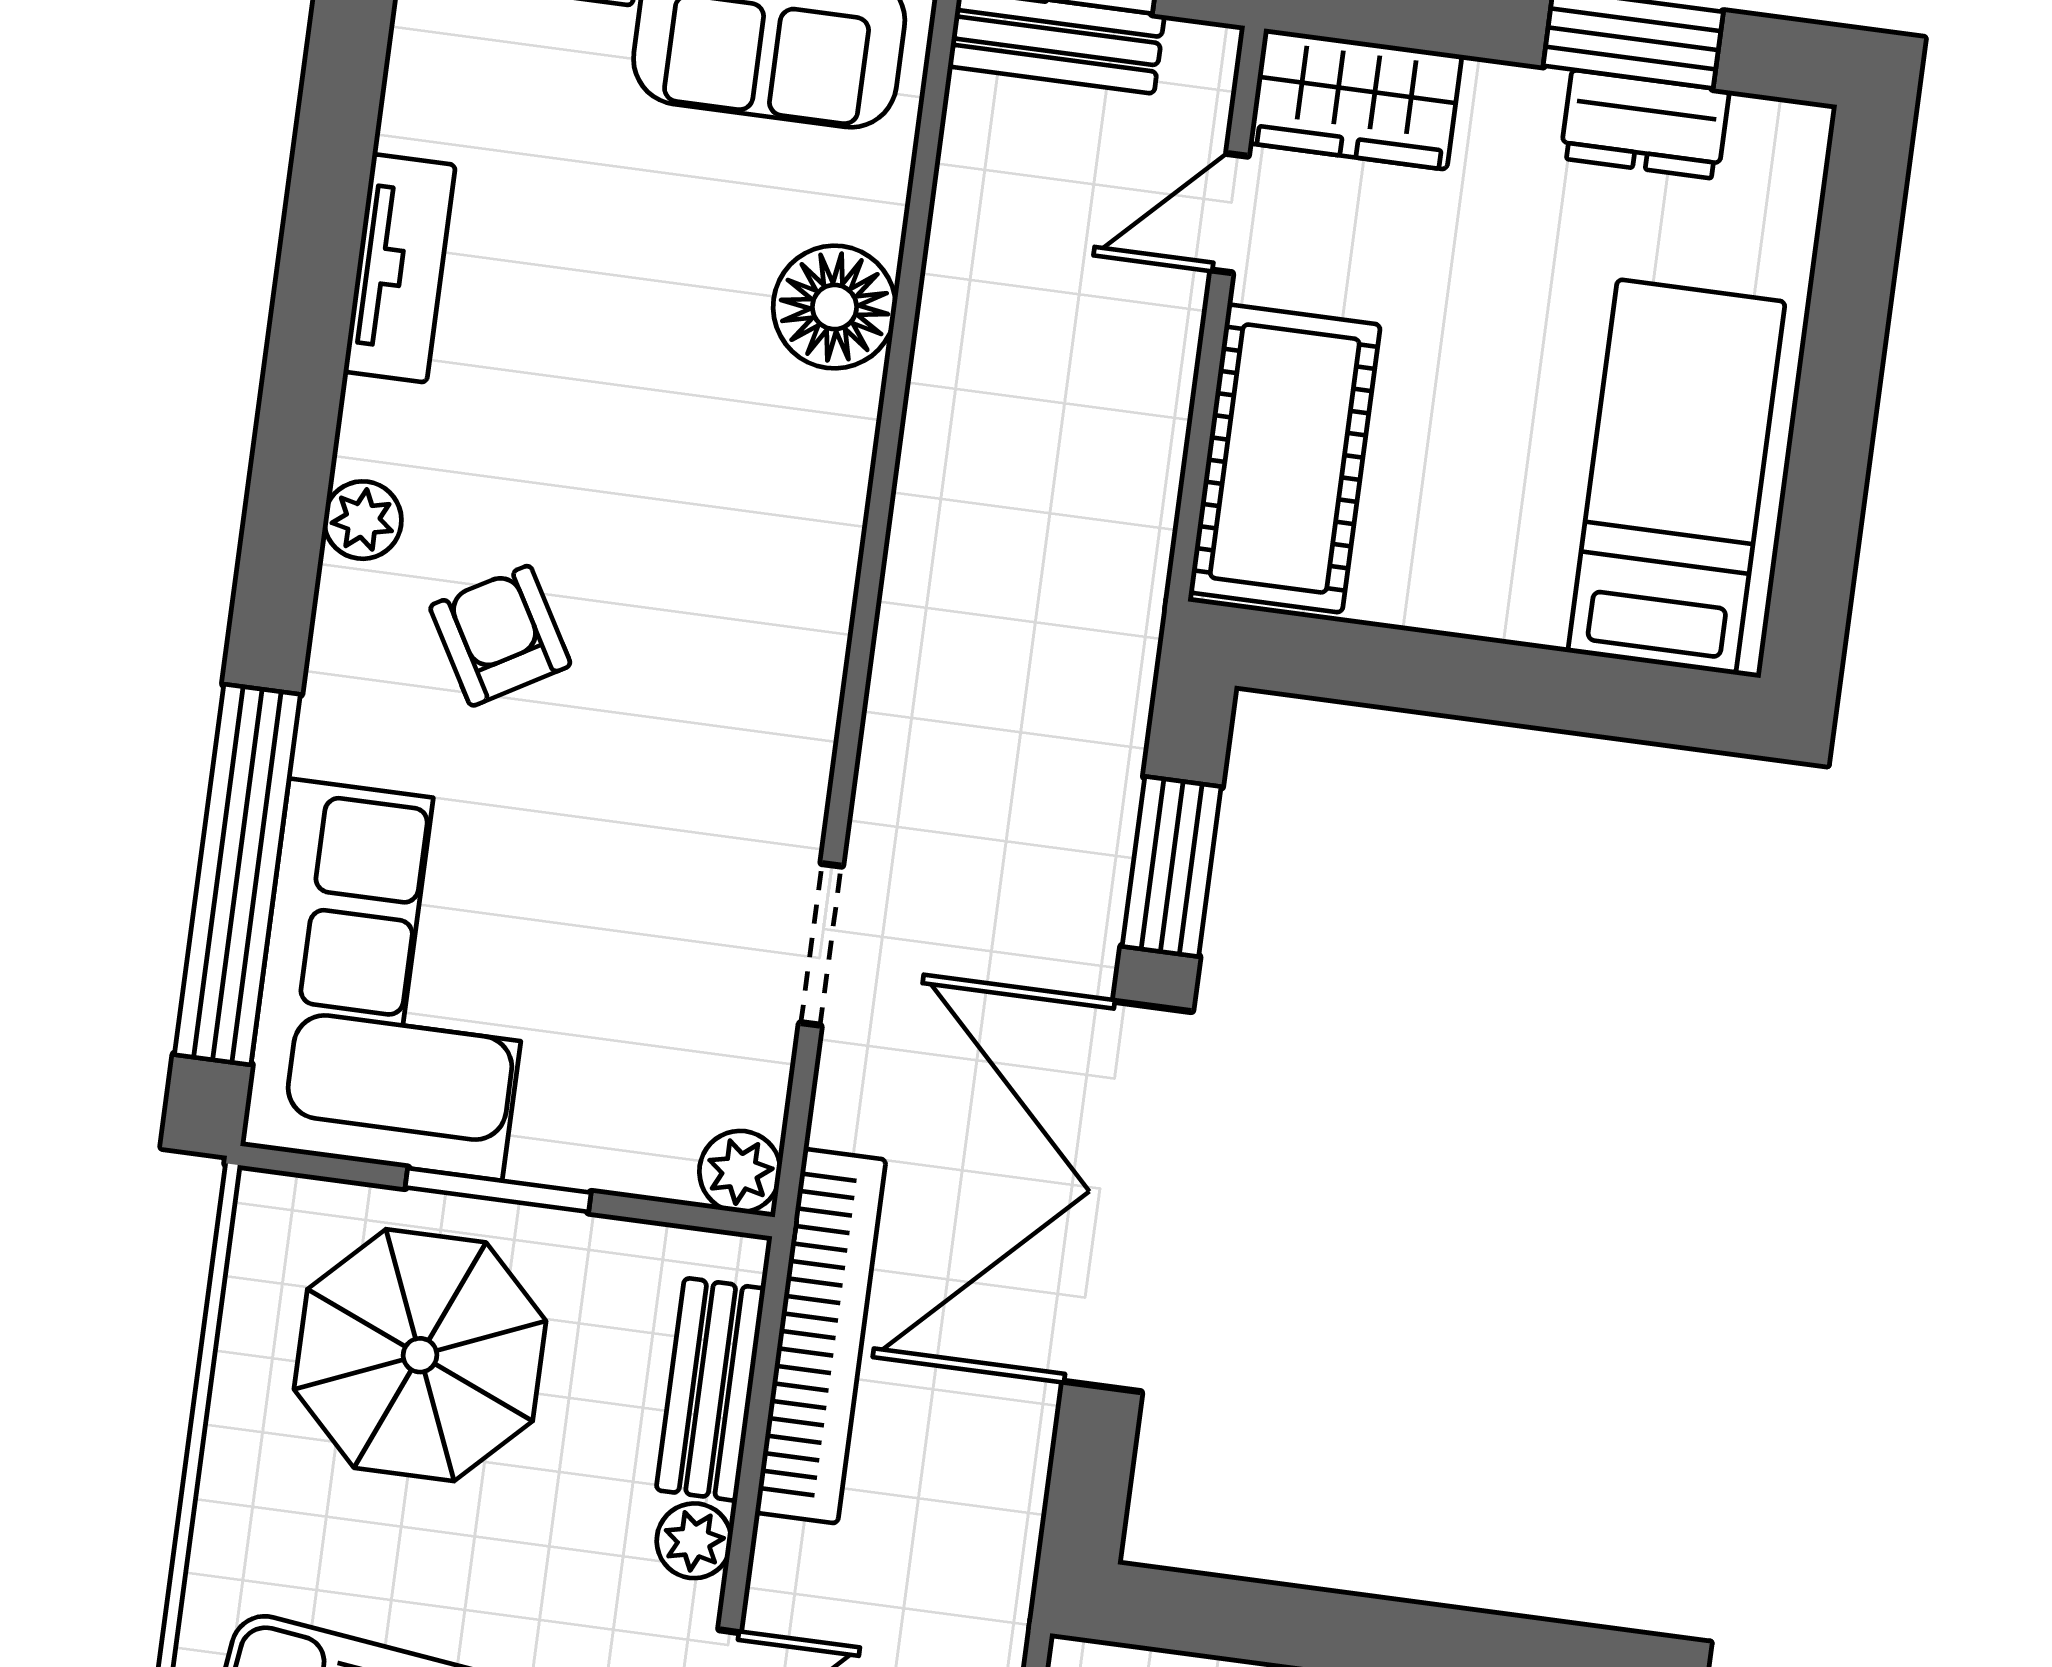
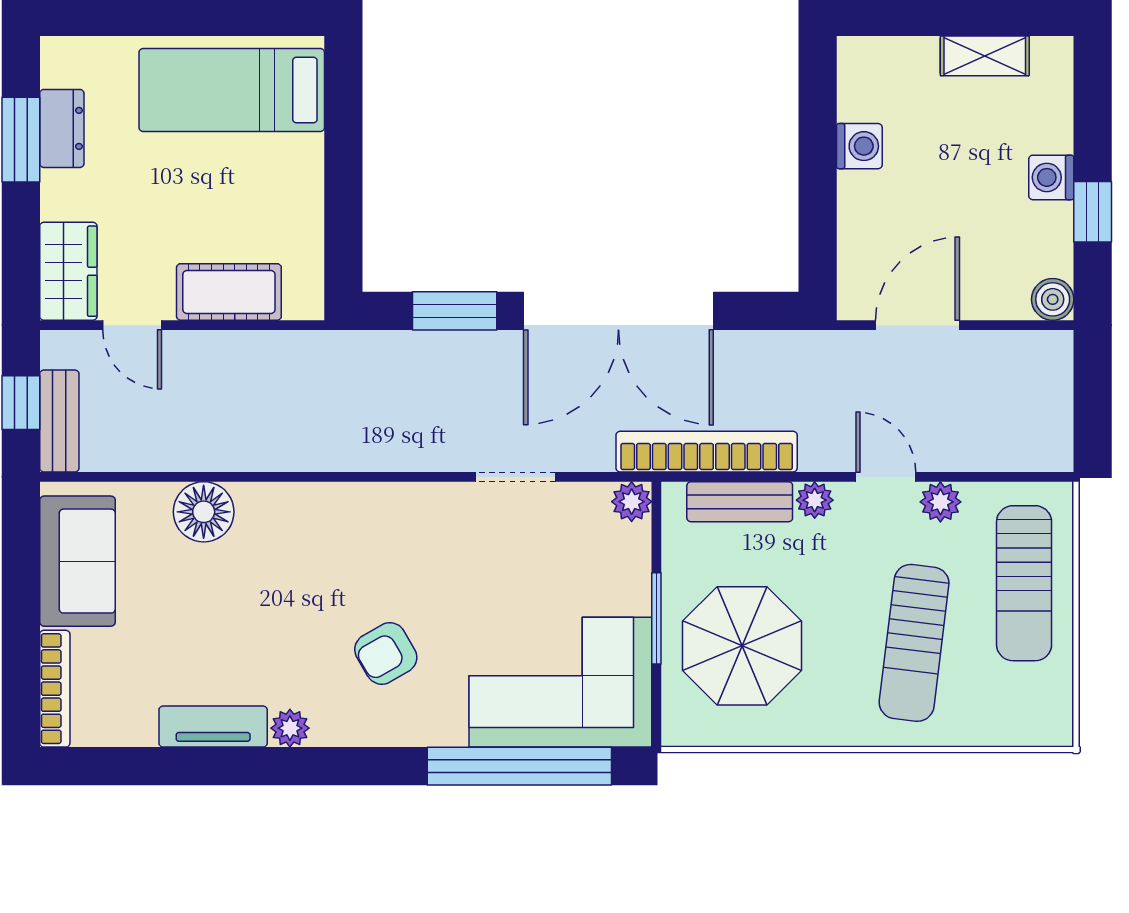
cot: (1285, 458) -> (229, 292), width x0.73, depth x0.75
plant: (363, 520) -> (290, 728), moved

